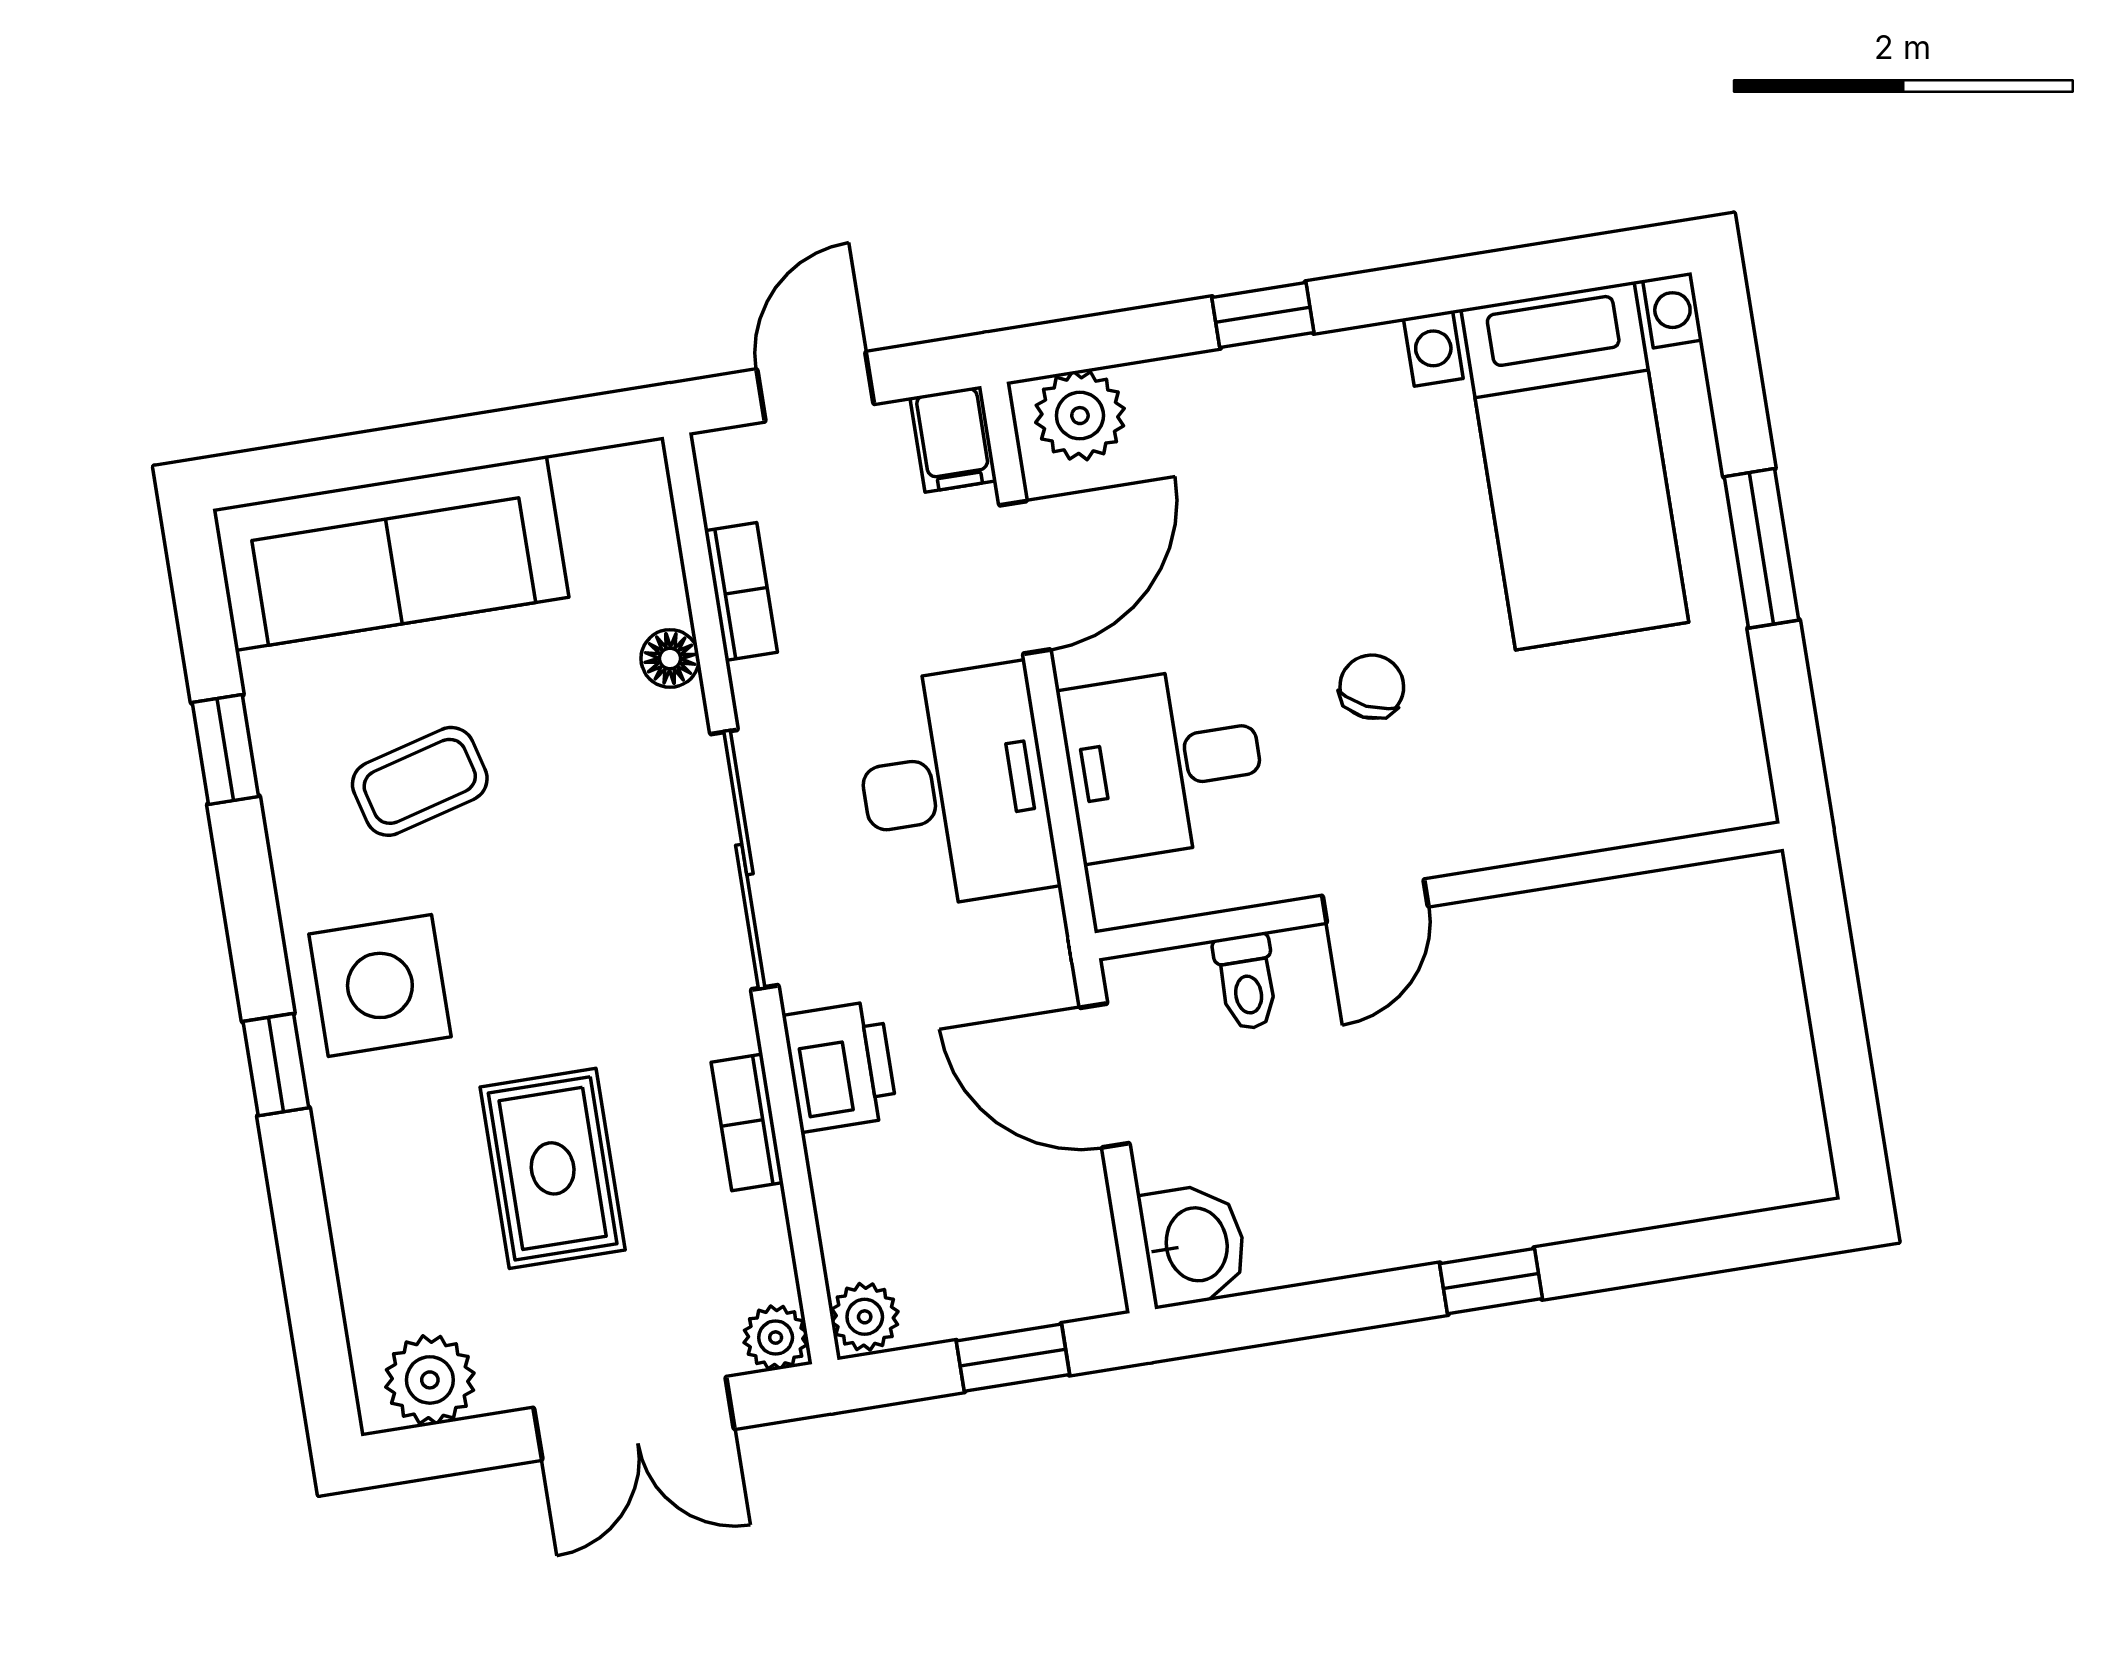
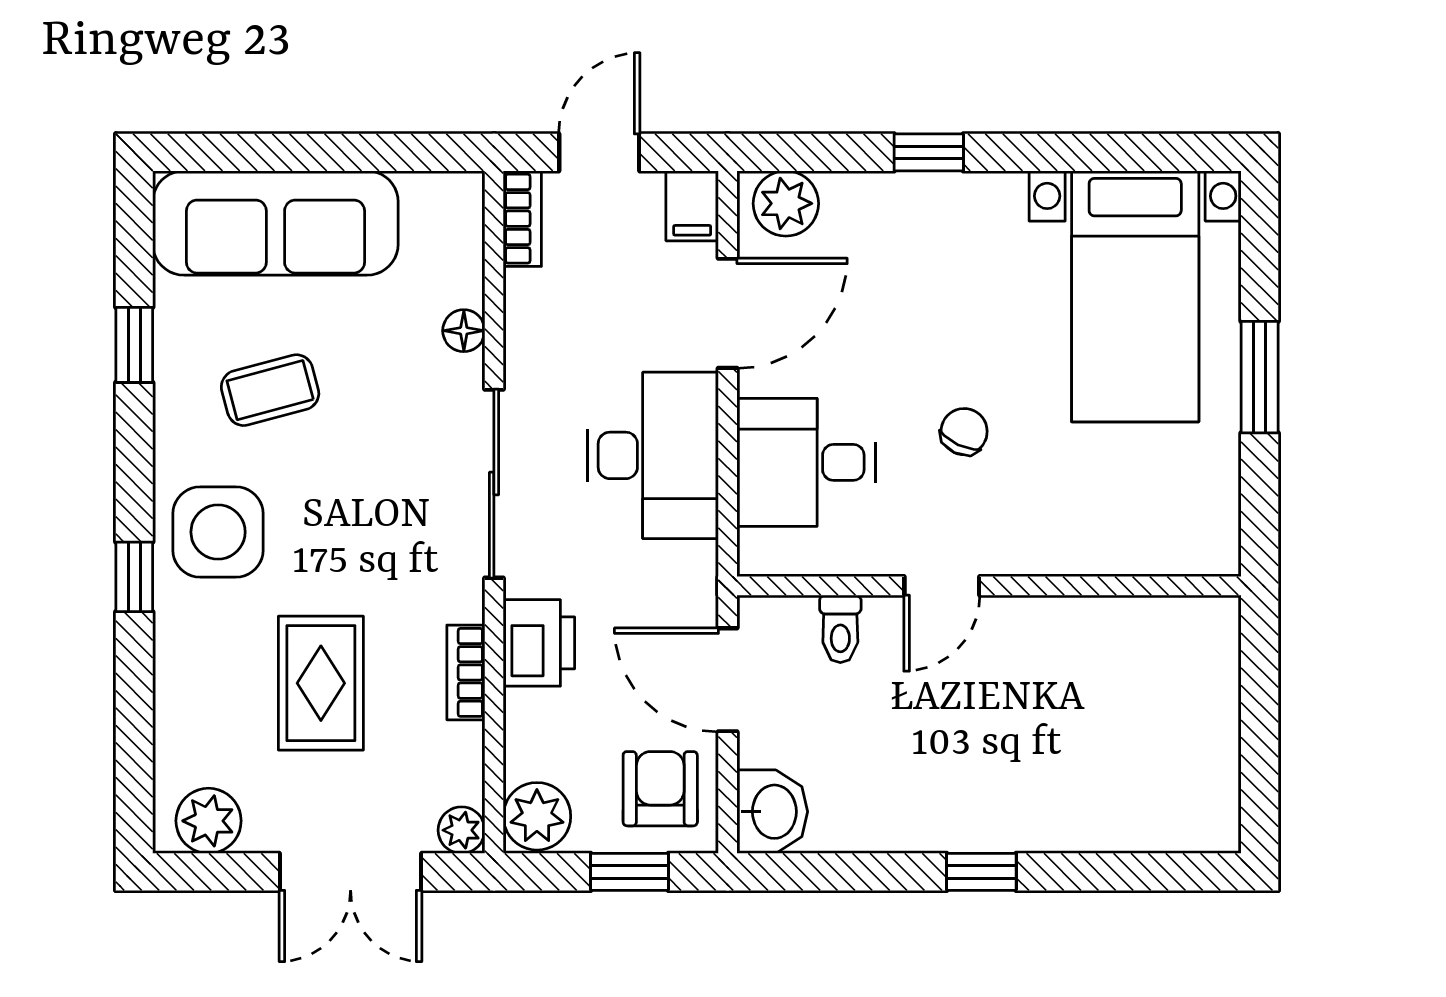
bookcase: (741, 591) -> (522, 219), moved
armchair: (1037, 1238) -> (660, 789), added
plant: (865, 1317) -> (537, 816), width x1.38, depth x1.38

